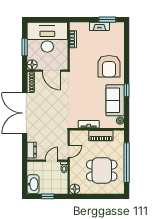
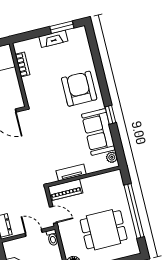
armchair: (109, 66) -> (79, 89), turned 180
piano: (101, 136) -> (65, 190), moved
door: (69, 151) -> (53, 215), hinge flipped
door: (52, 161) -> (34, 233), hinge flipped

